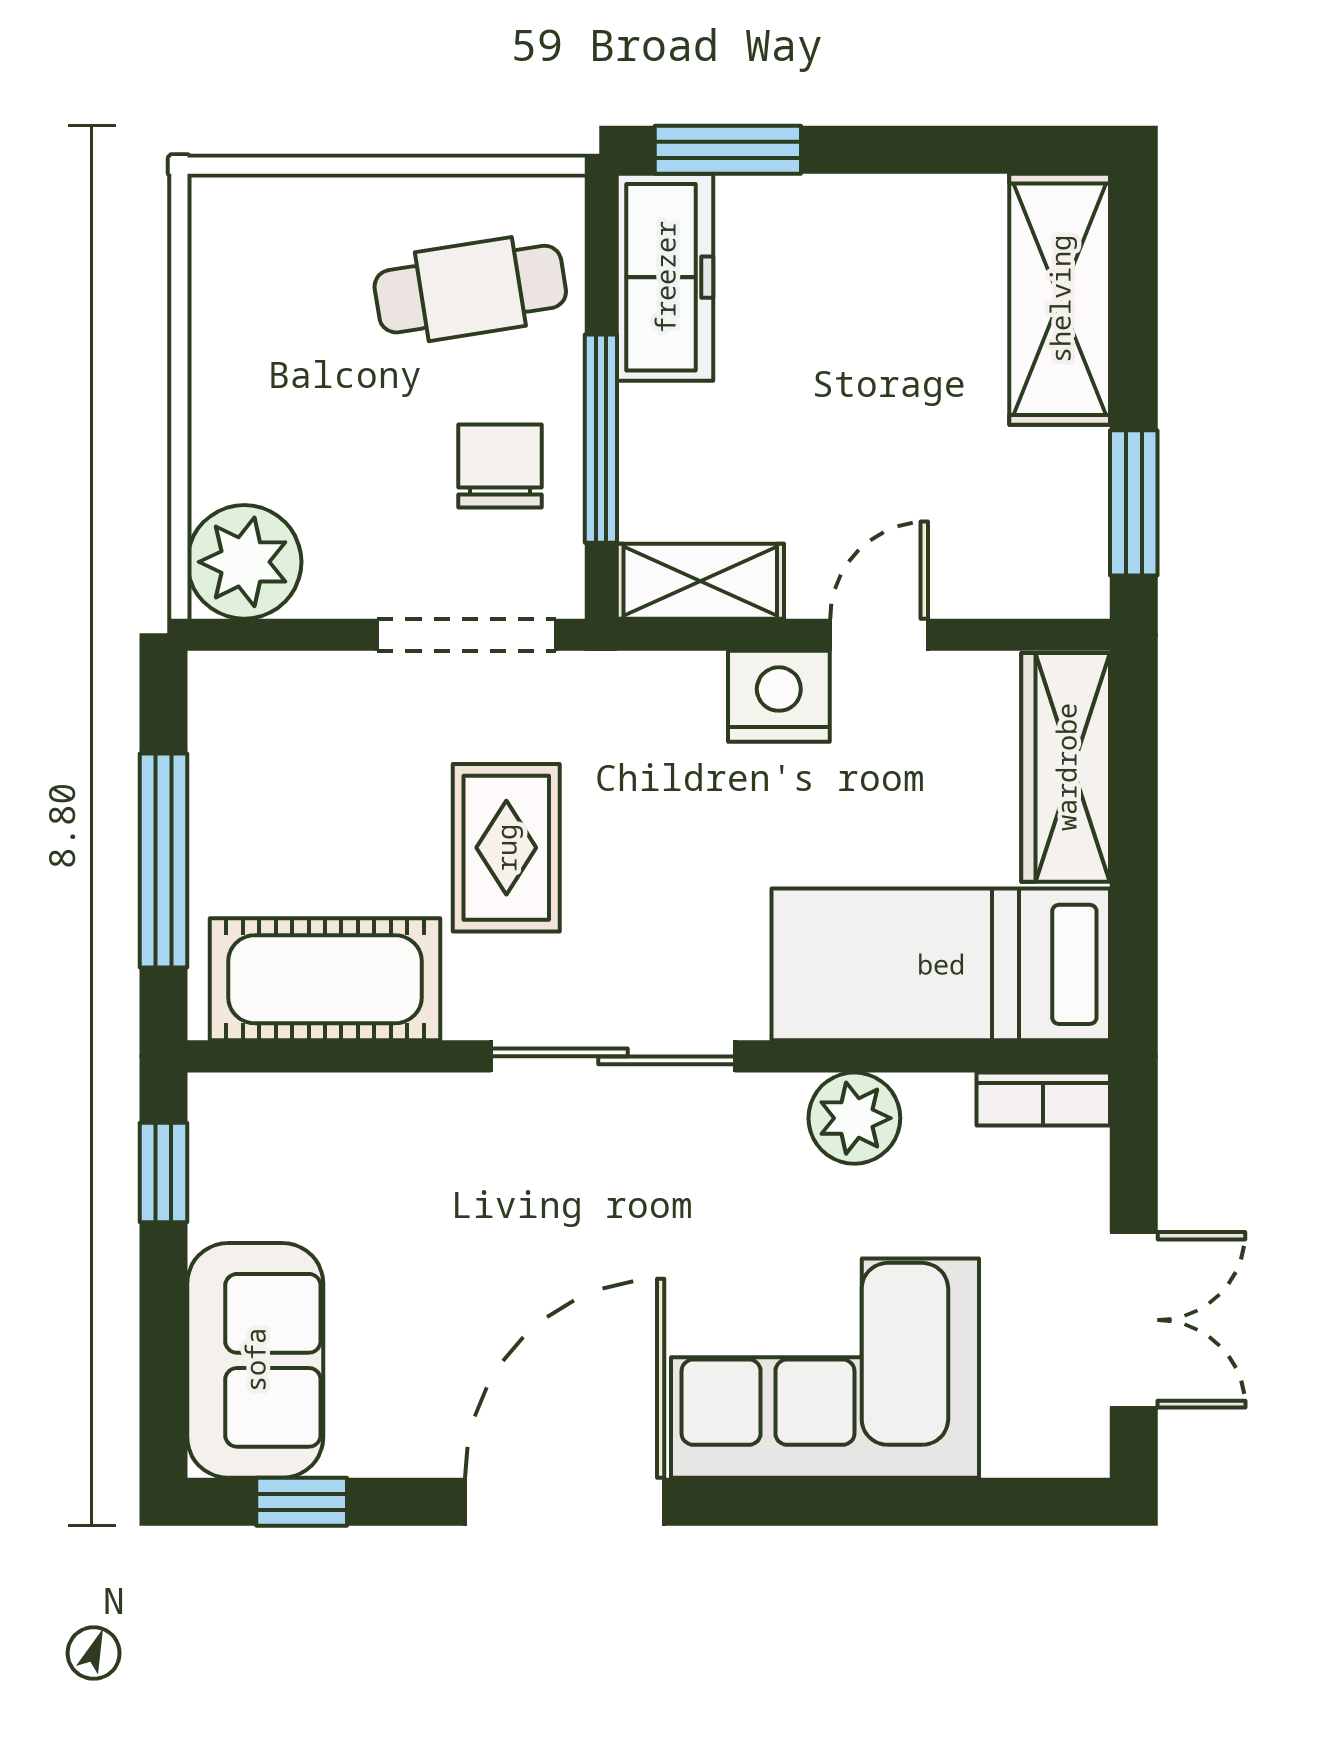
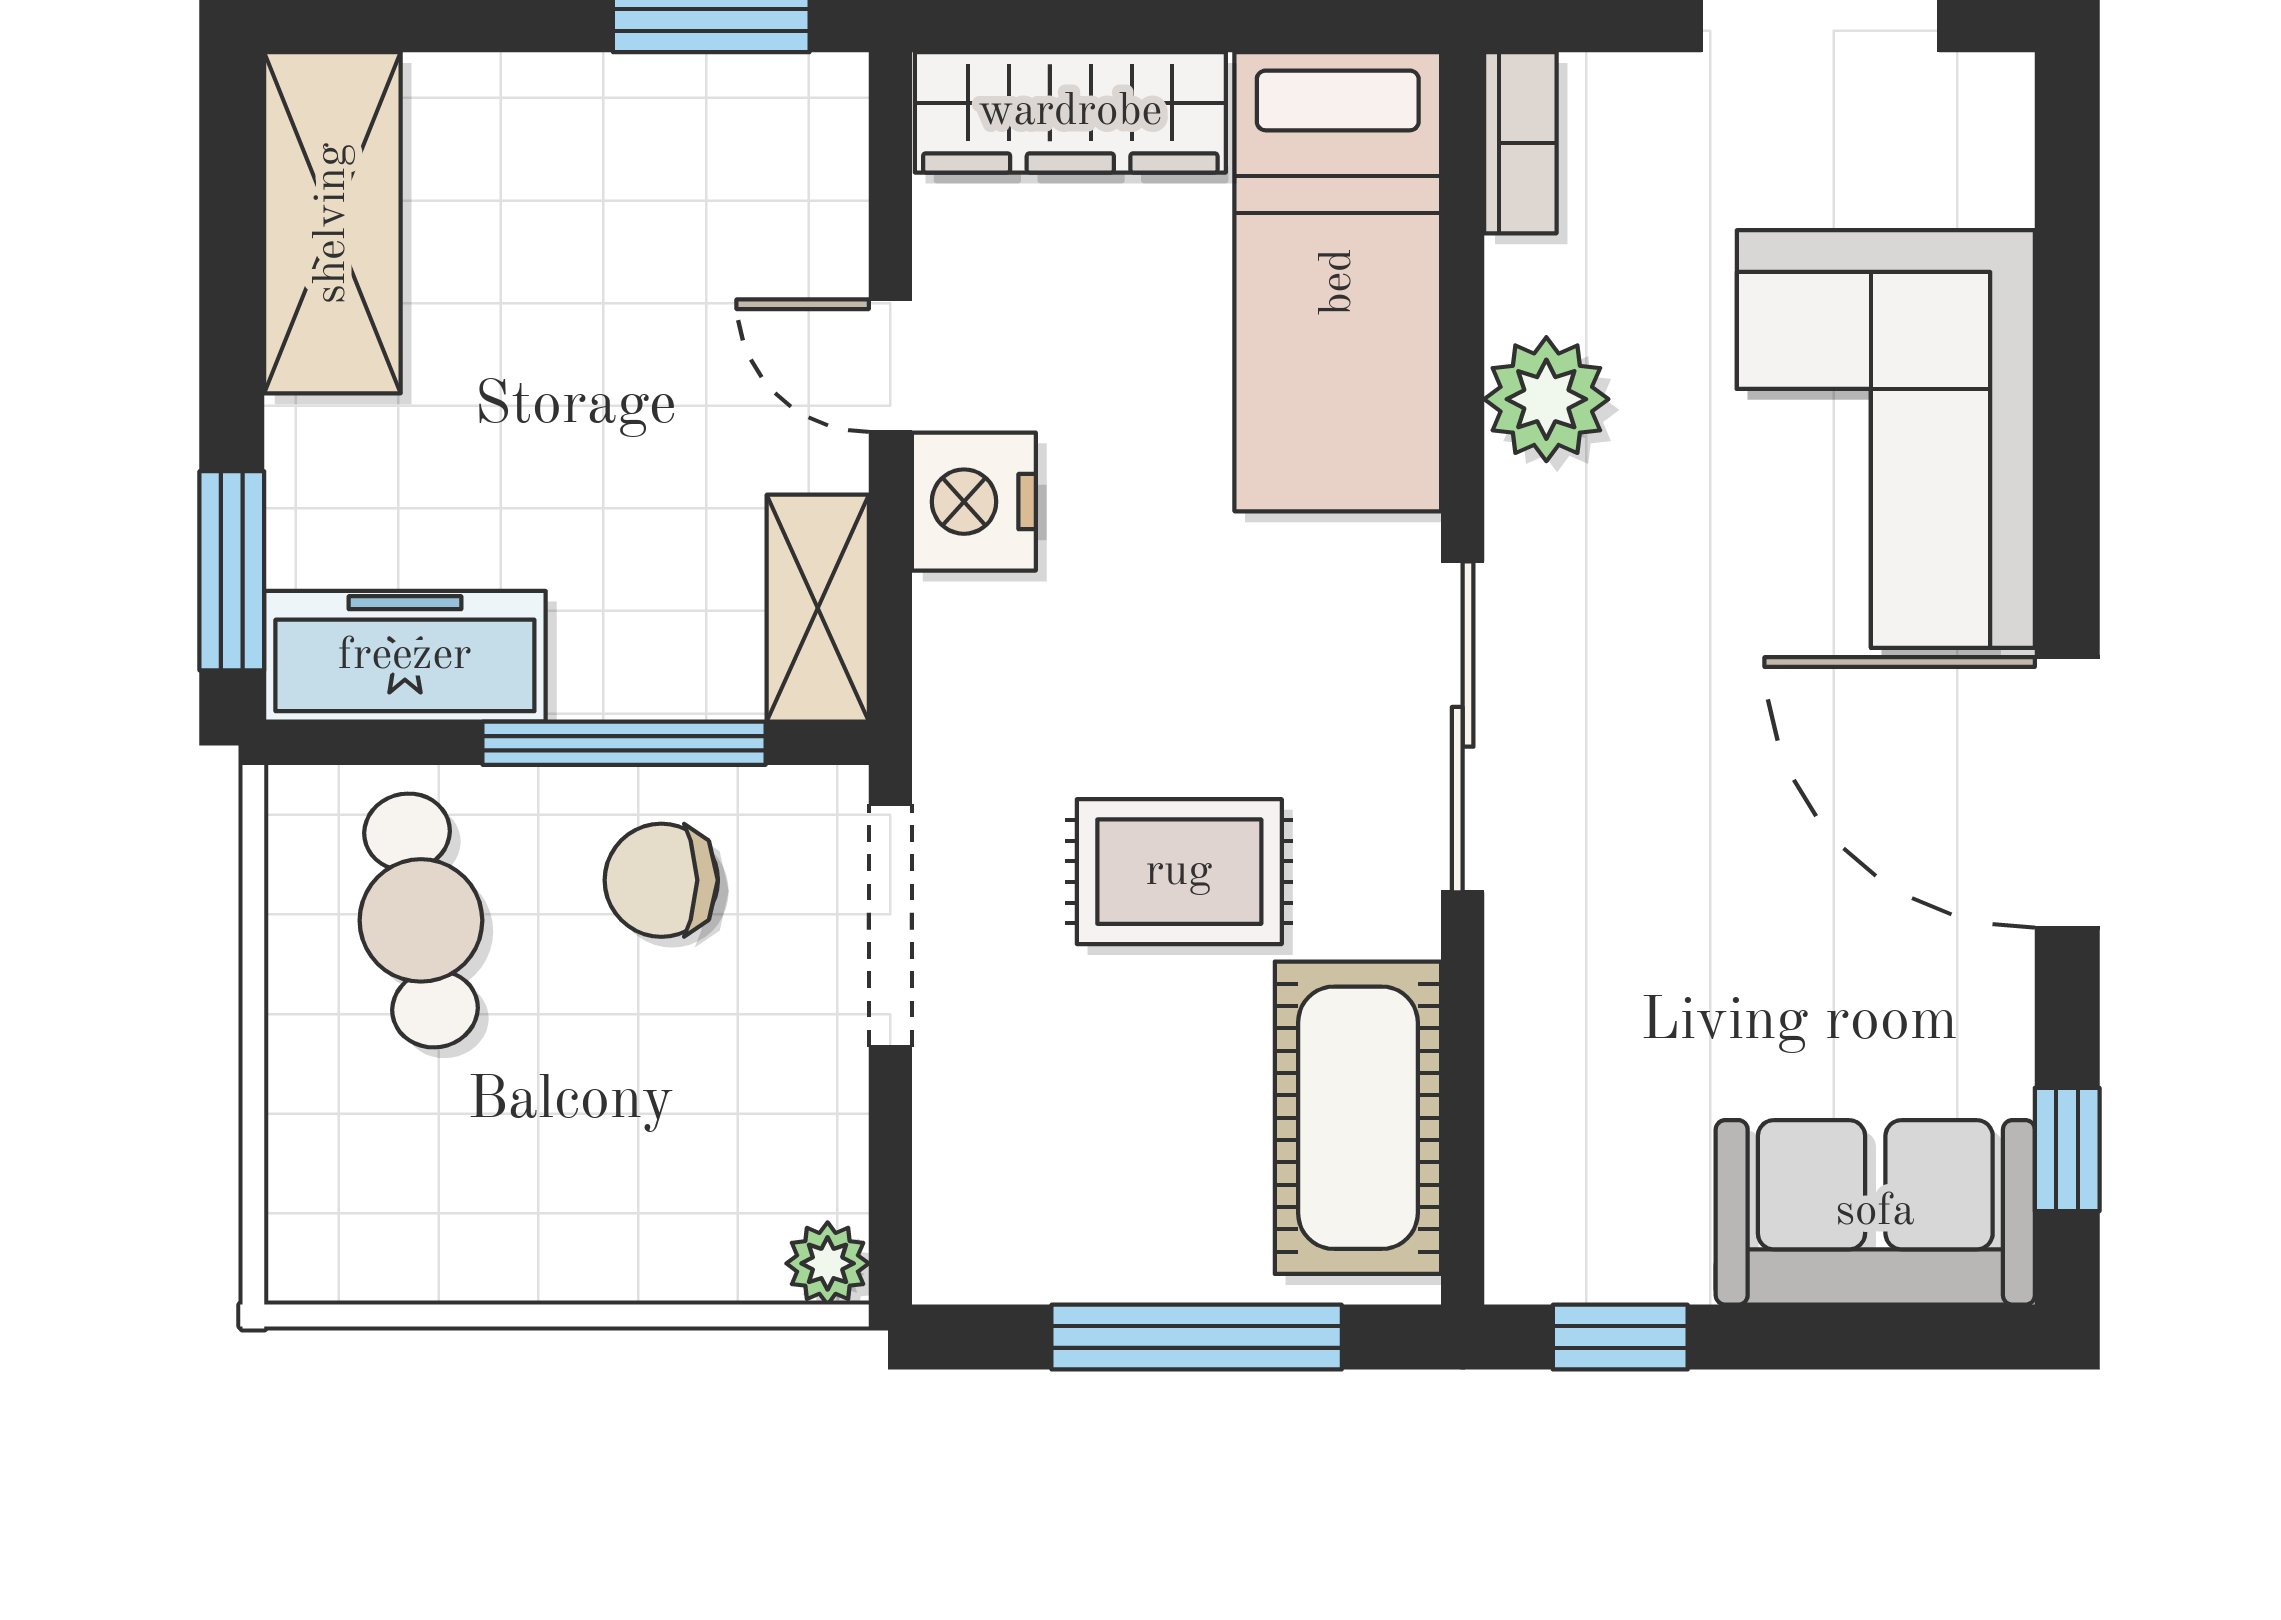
shelving: (1060, 299) -> (332, 223), moved, turned 90
plant: (244, 562) -> (828, 1263), width x0.53, depth x0.53

